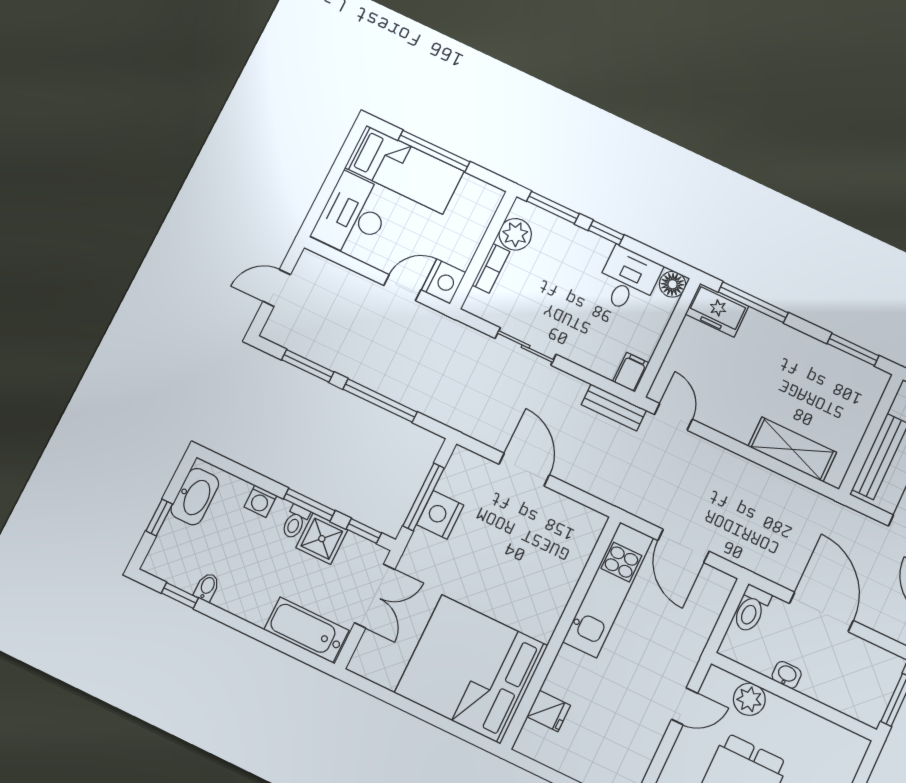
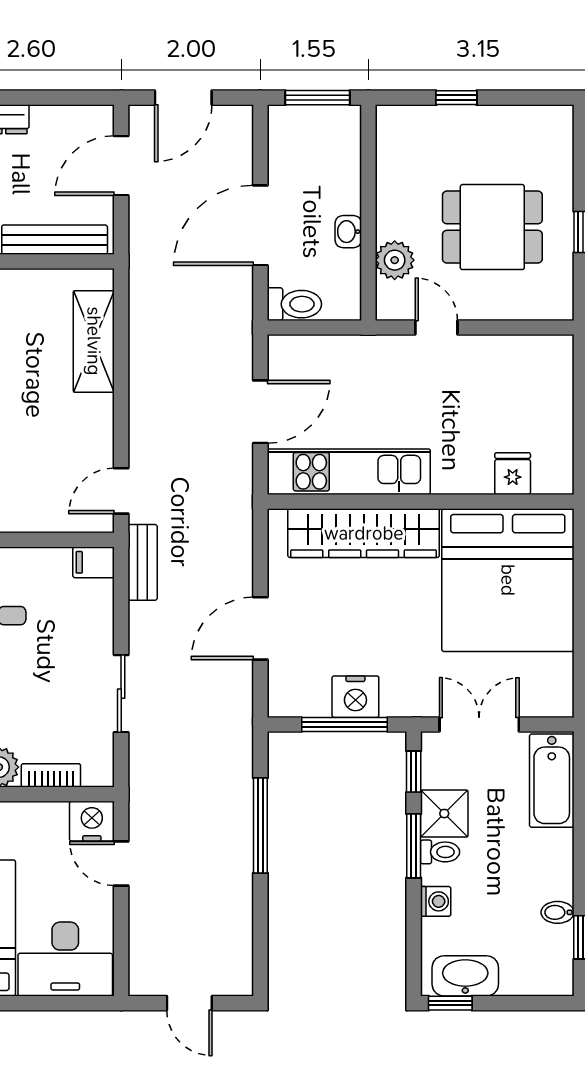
window: (308, 366) -> (260, 925), removed
window: (159, 517) -> (450, 1003), moved
wardrobe: (558, 579) -> (364, 533), added

